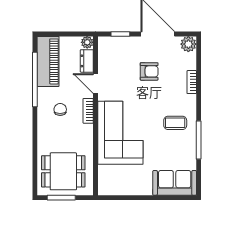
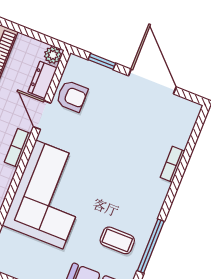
plant: (188, 44) -> (188, 111), removed
armchair: (149, 71) -> (72, 96), moved
coffee table: (175, 123) -> (117, 240), moved

